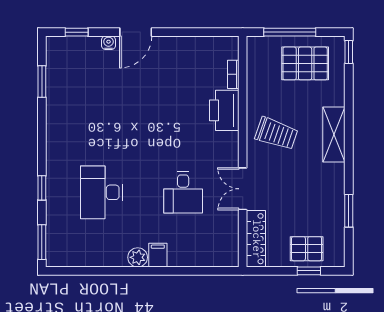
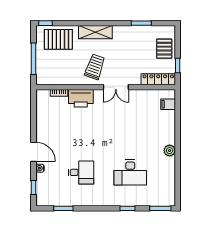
pallet: (305, 63) -> (58, 39), moved, turned 90
double door: (243, 189) -> (116, 87), moved
desk: (183, 192) -> (81, 172), moved
filing cabinet: (158, 255) -> (168, 104), moved
window: (309, 271) -> (178, 66), moved

